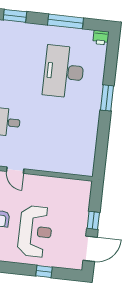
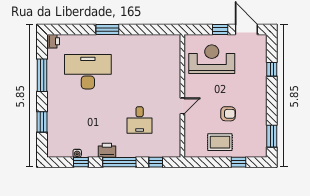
desk: (64, 72) -> (88, 72), turned 180
reception desk: (35, 231) -> (212, 59), moved

